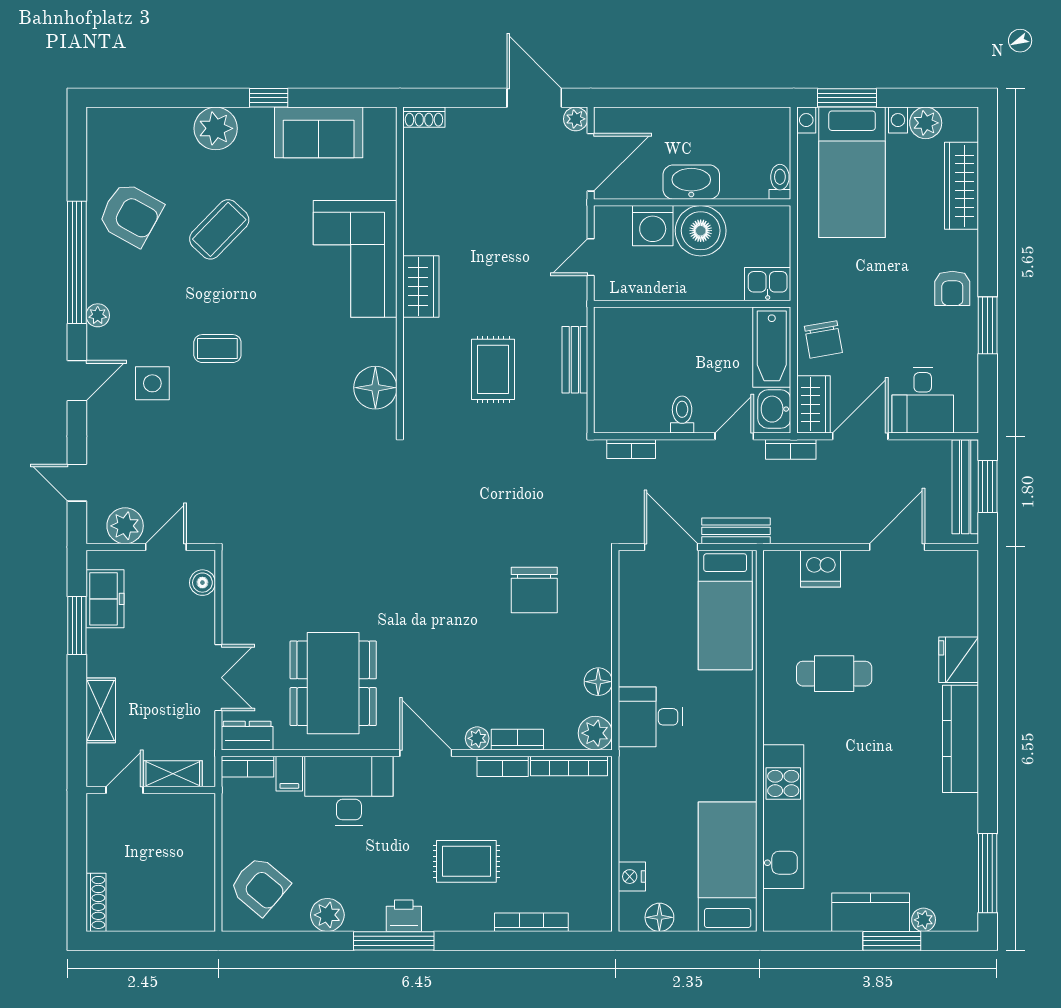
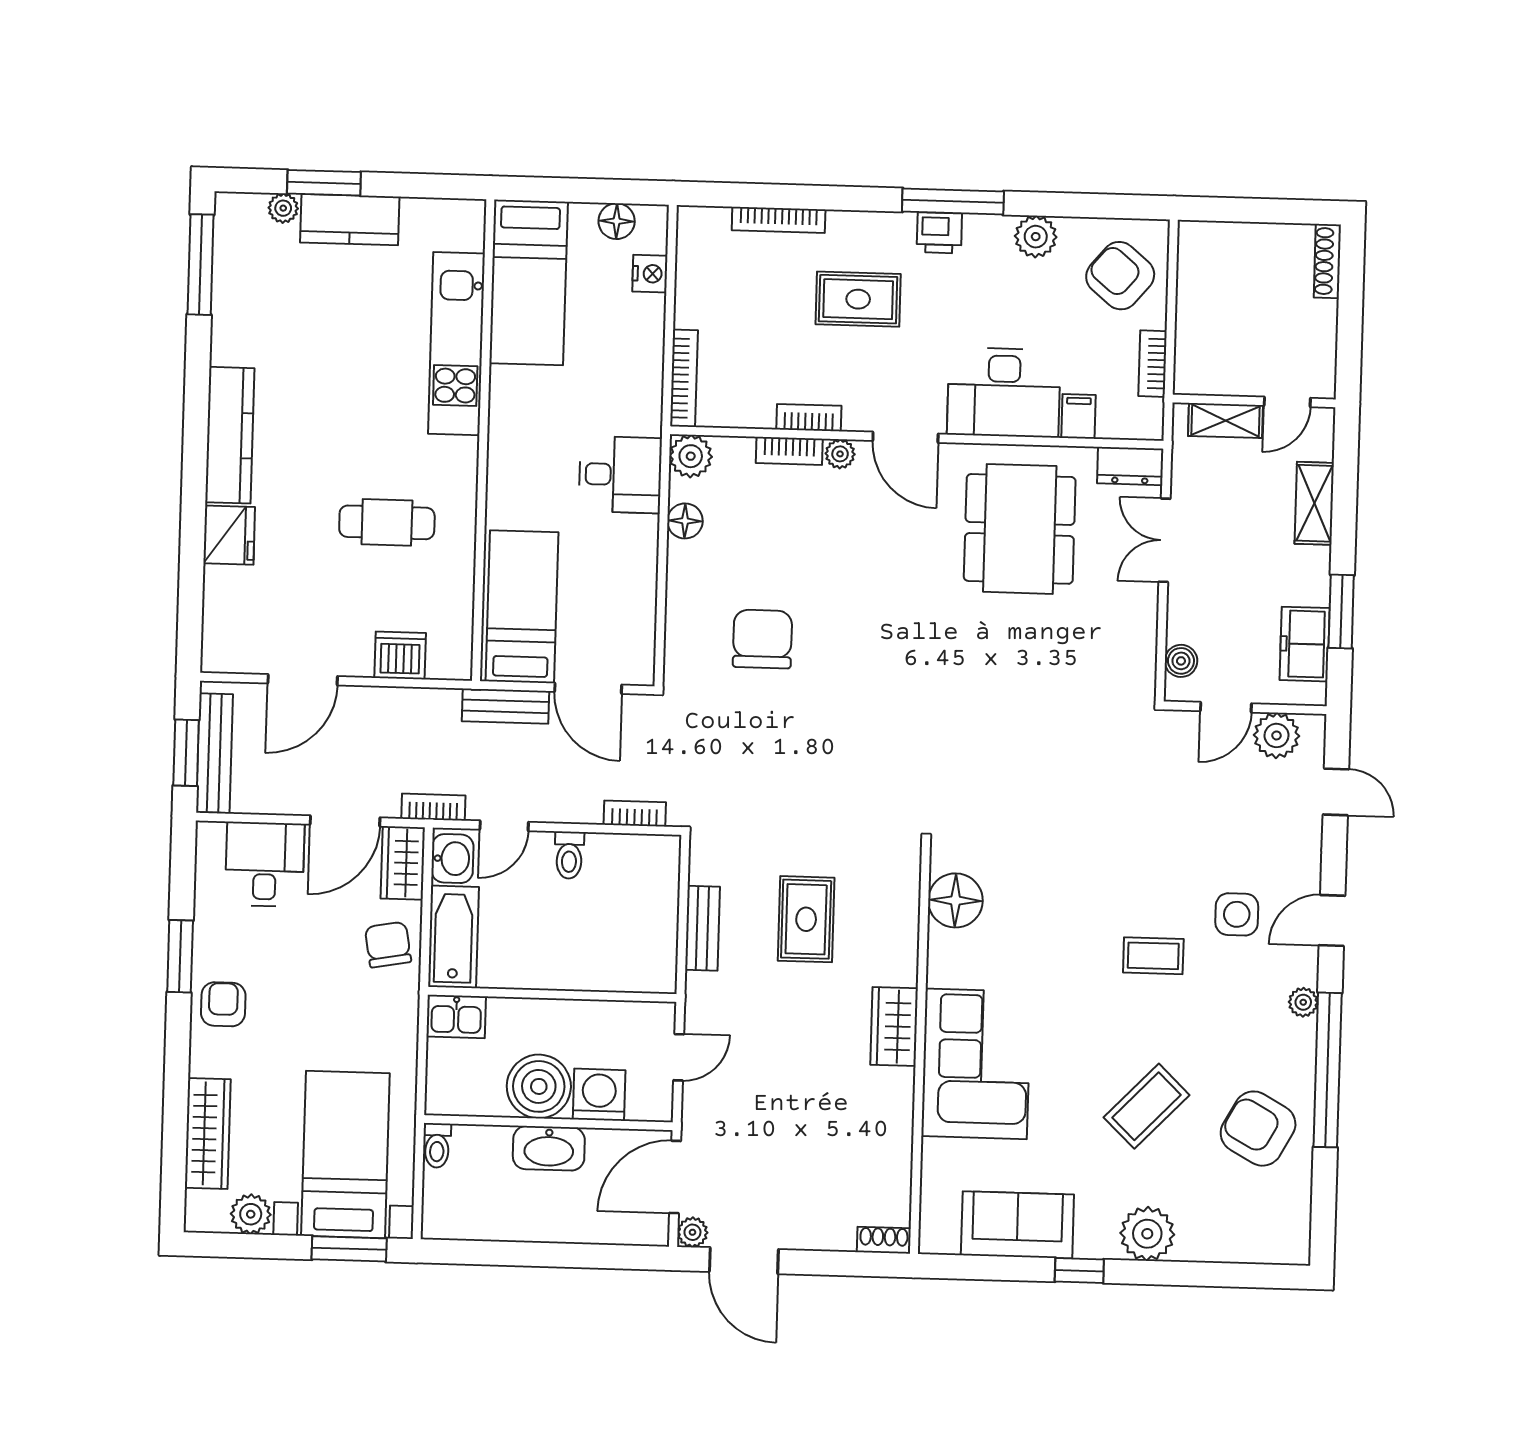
bookcase: (569, 766) -> (684, 378), moved, turned 90
bookcase: (248, 767) -> (1153, 364), moved, turned -90

